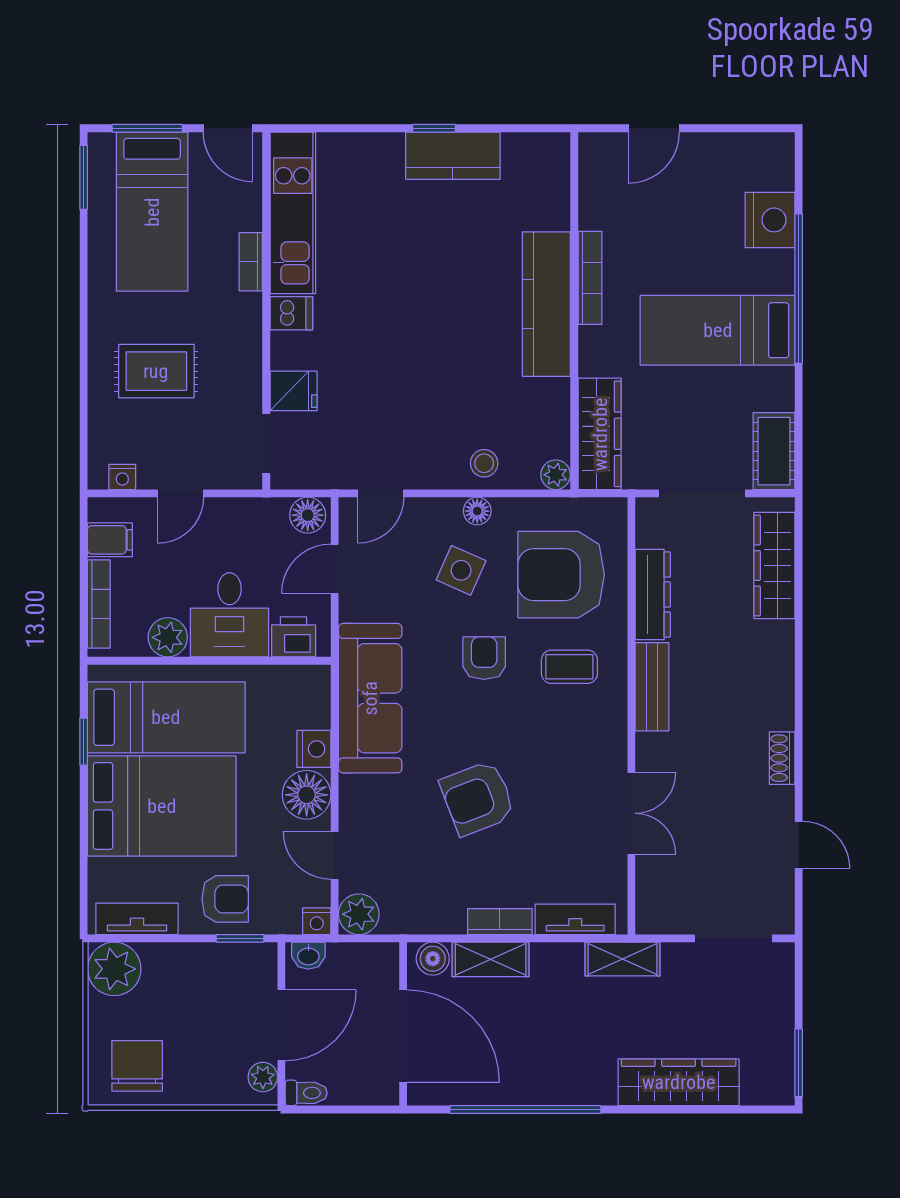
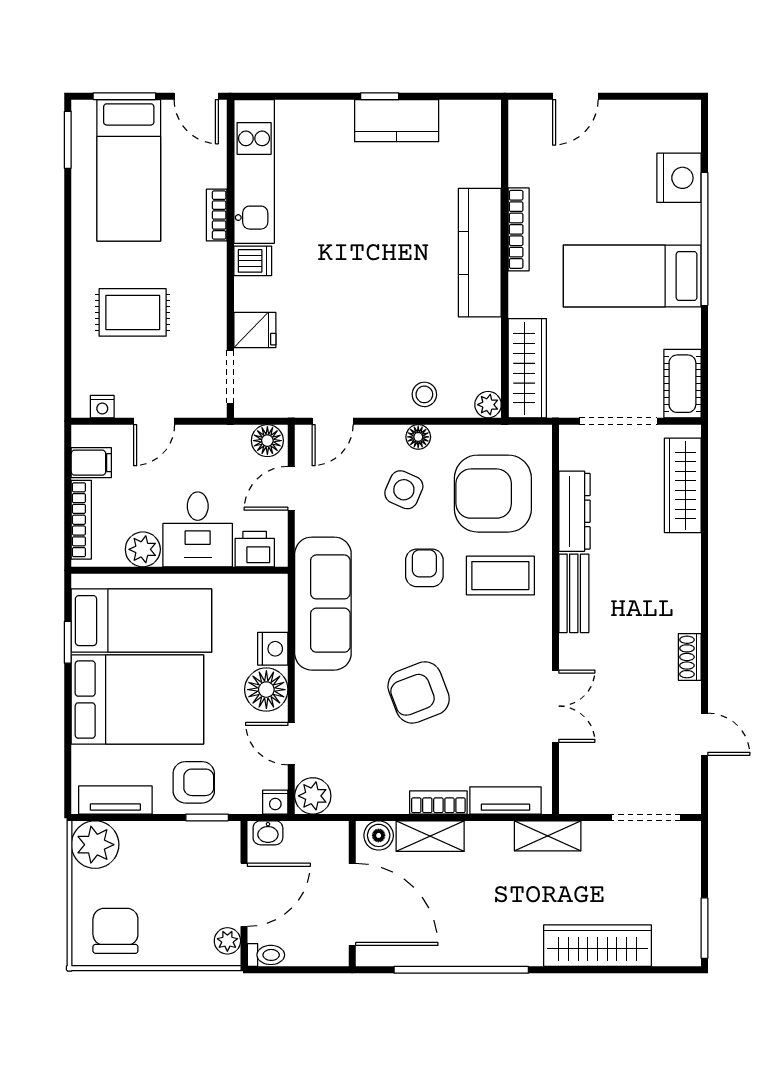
coffee table: (569, 667) -> (500, 576), width x1.36, depth x1.30

